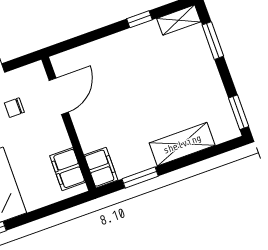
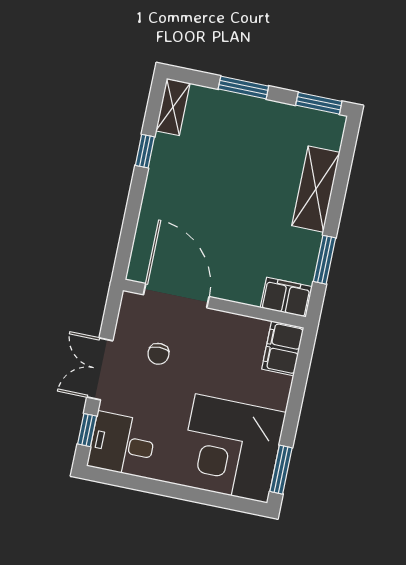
window: (213, 41) -> (243, 88), moved
door: (59, 96) -> (176, 296), width x1.36
filing cabinet: (67, 169) -> (283, 348), moved, turned 90

